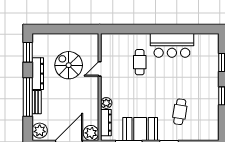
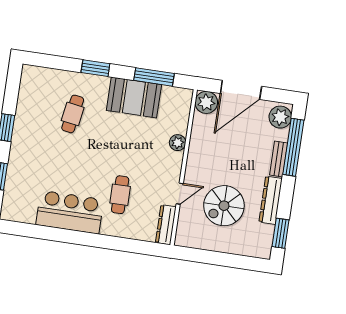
spiral stairs: (69, 65) -> (224, 206), turned 90
window: (28, 97) -> (293, 147), moved
dresser: (106, 123) -> (166, 225), moved

